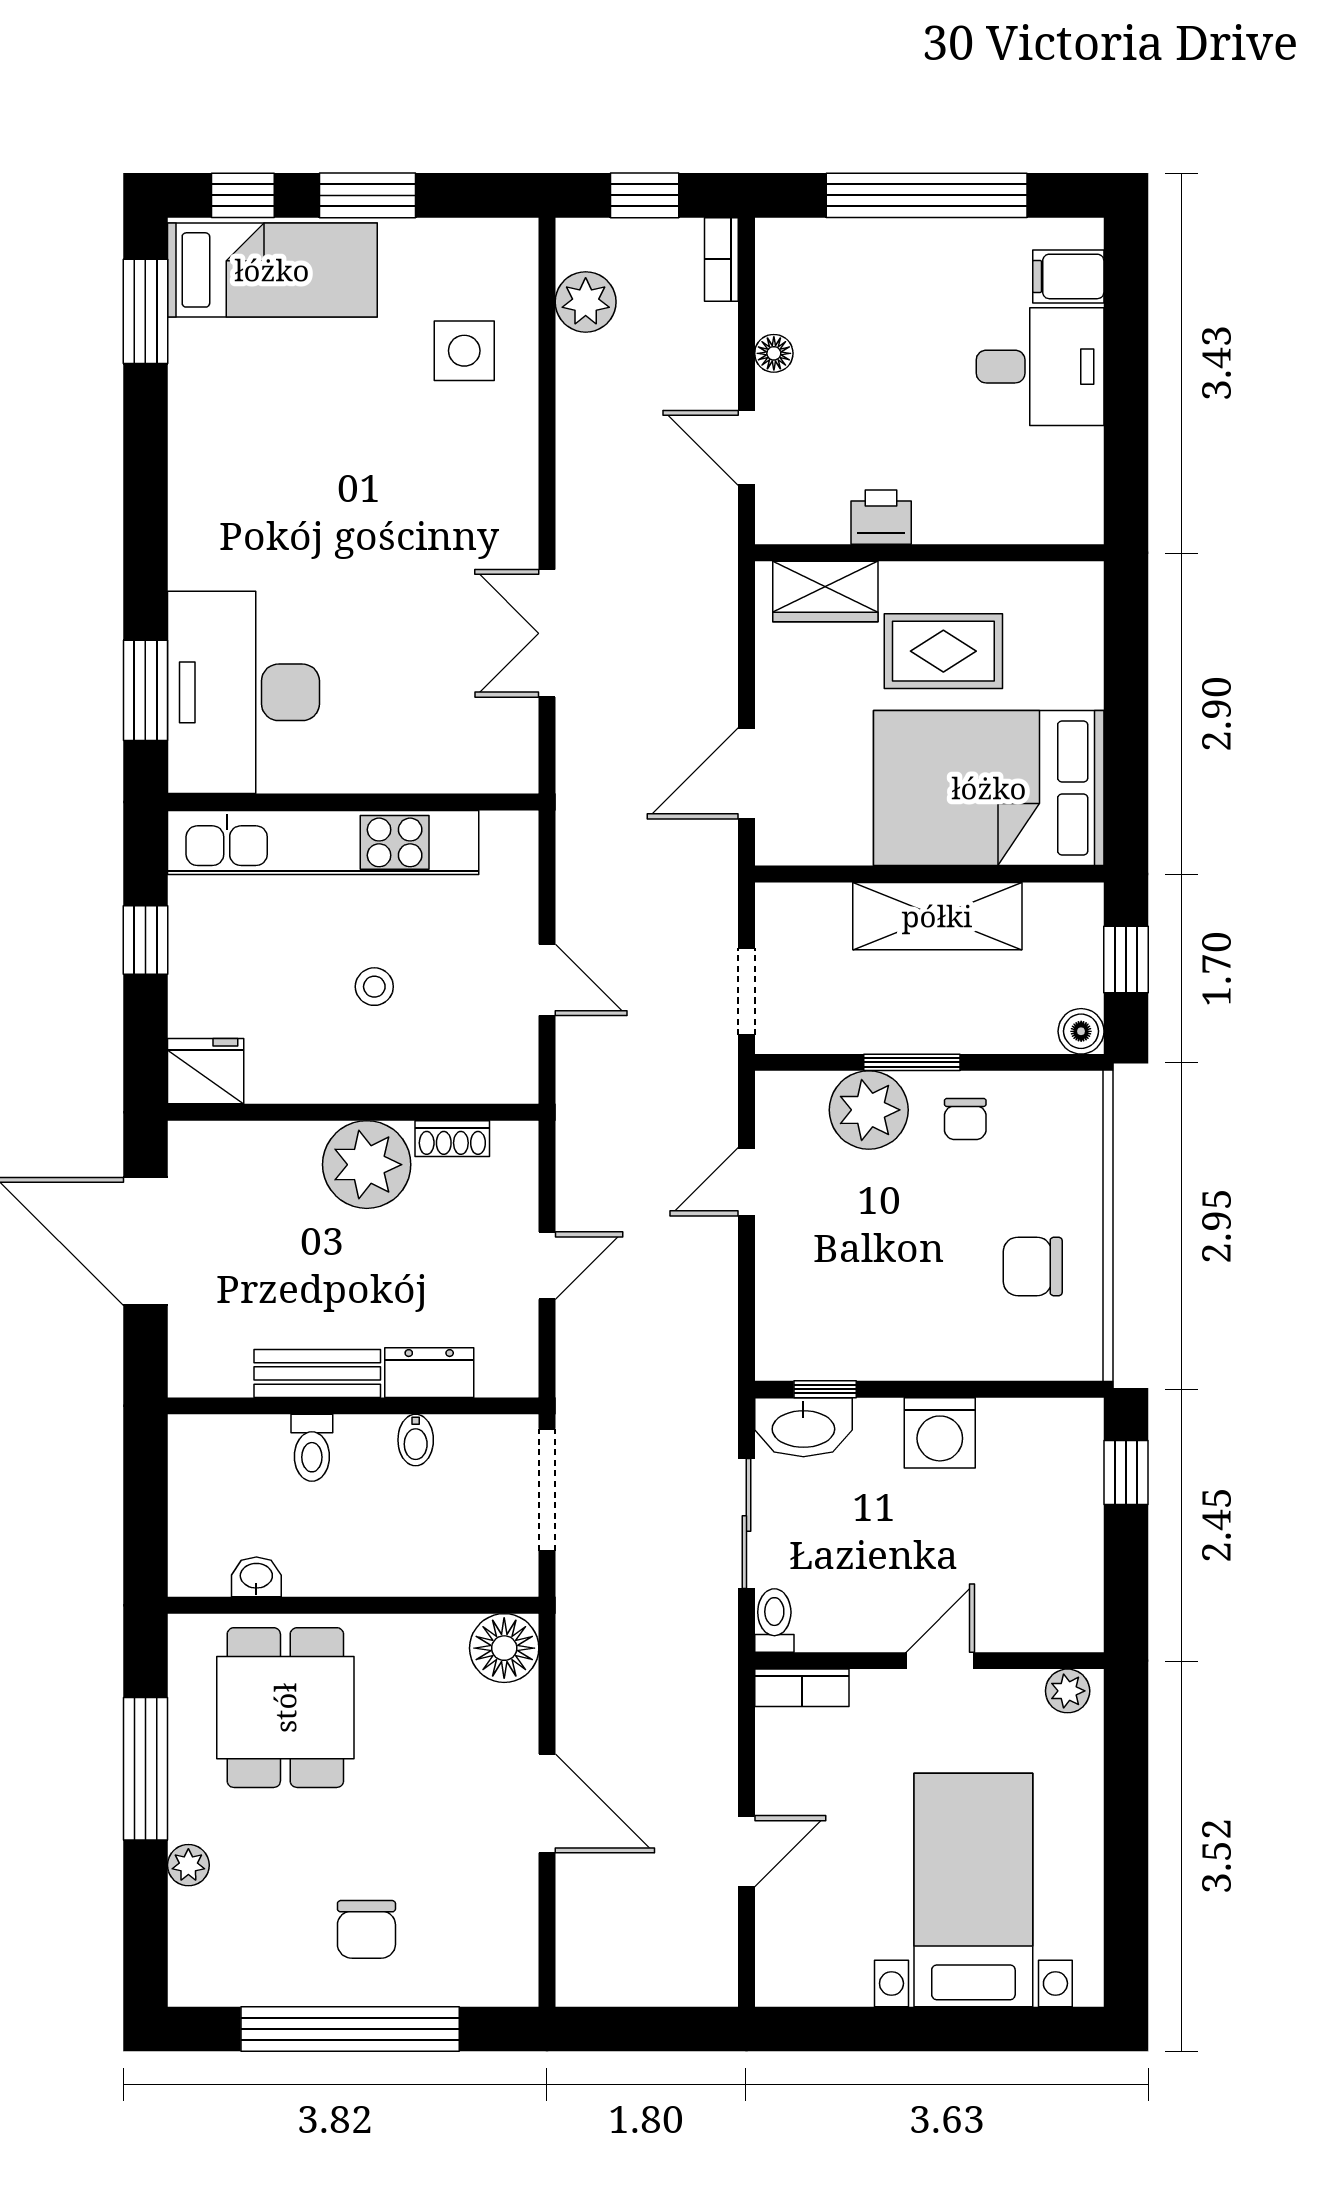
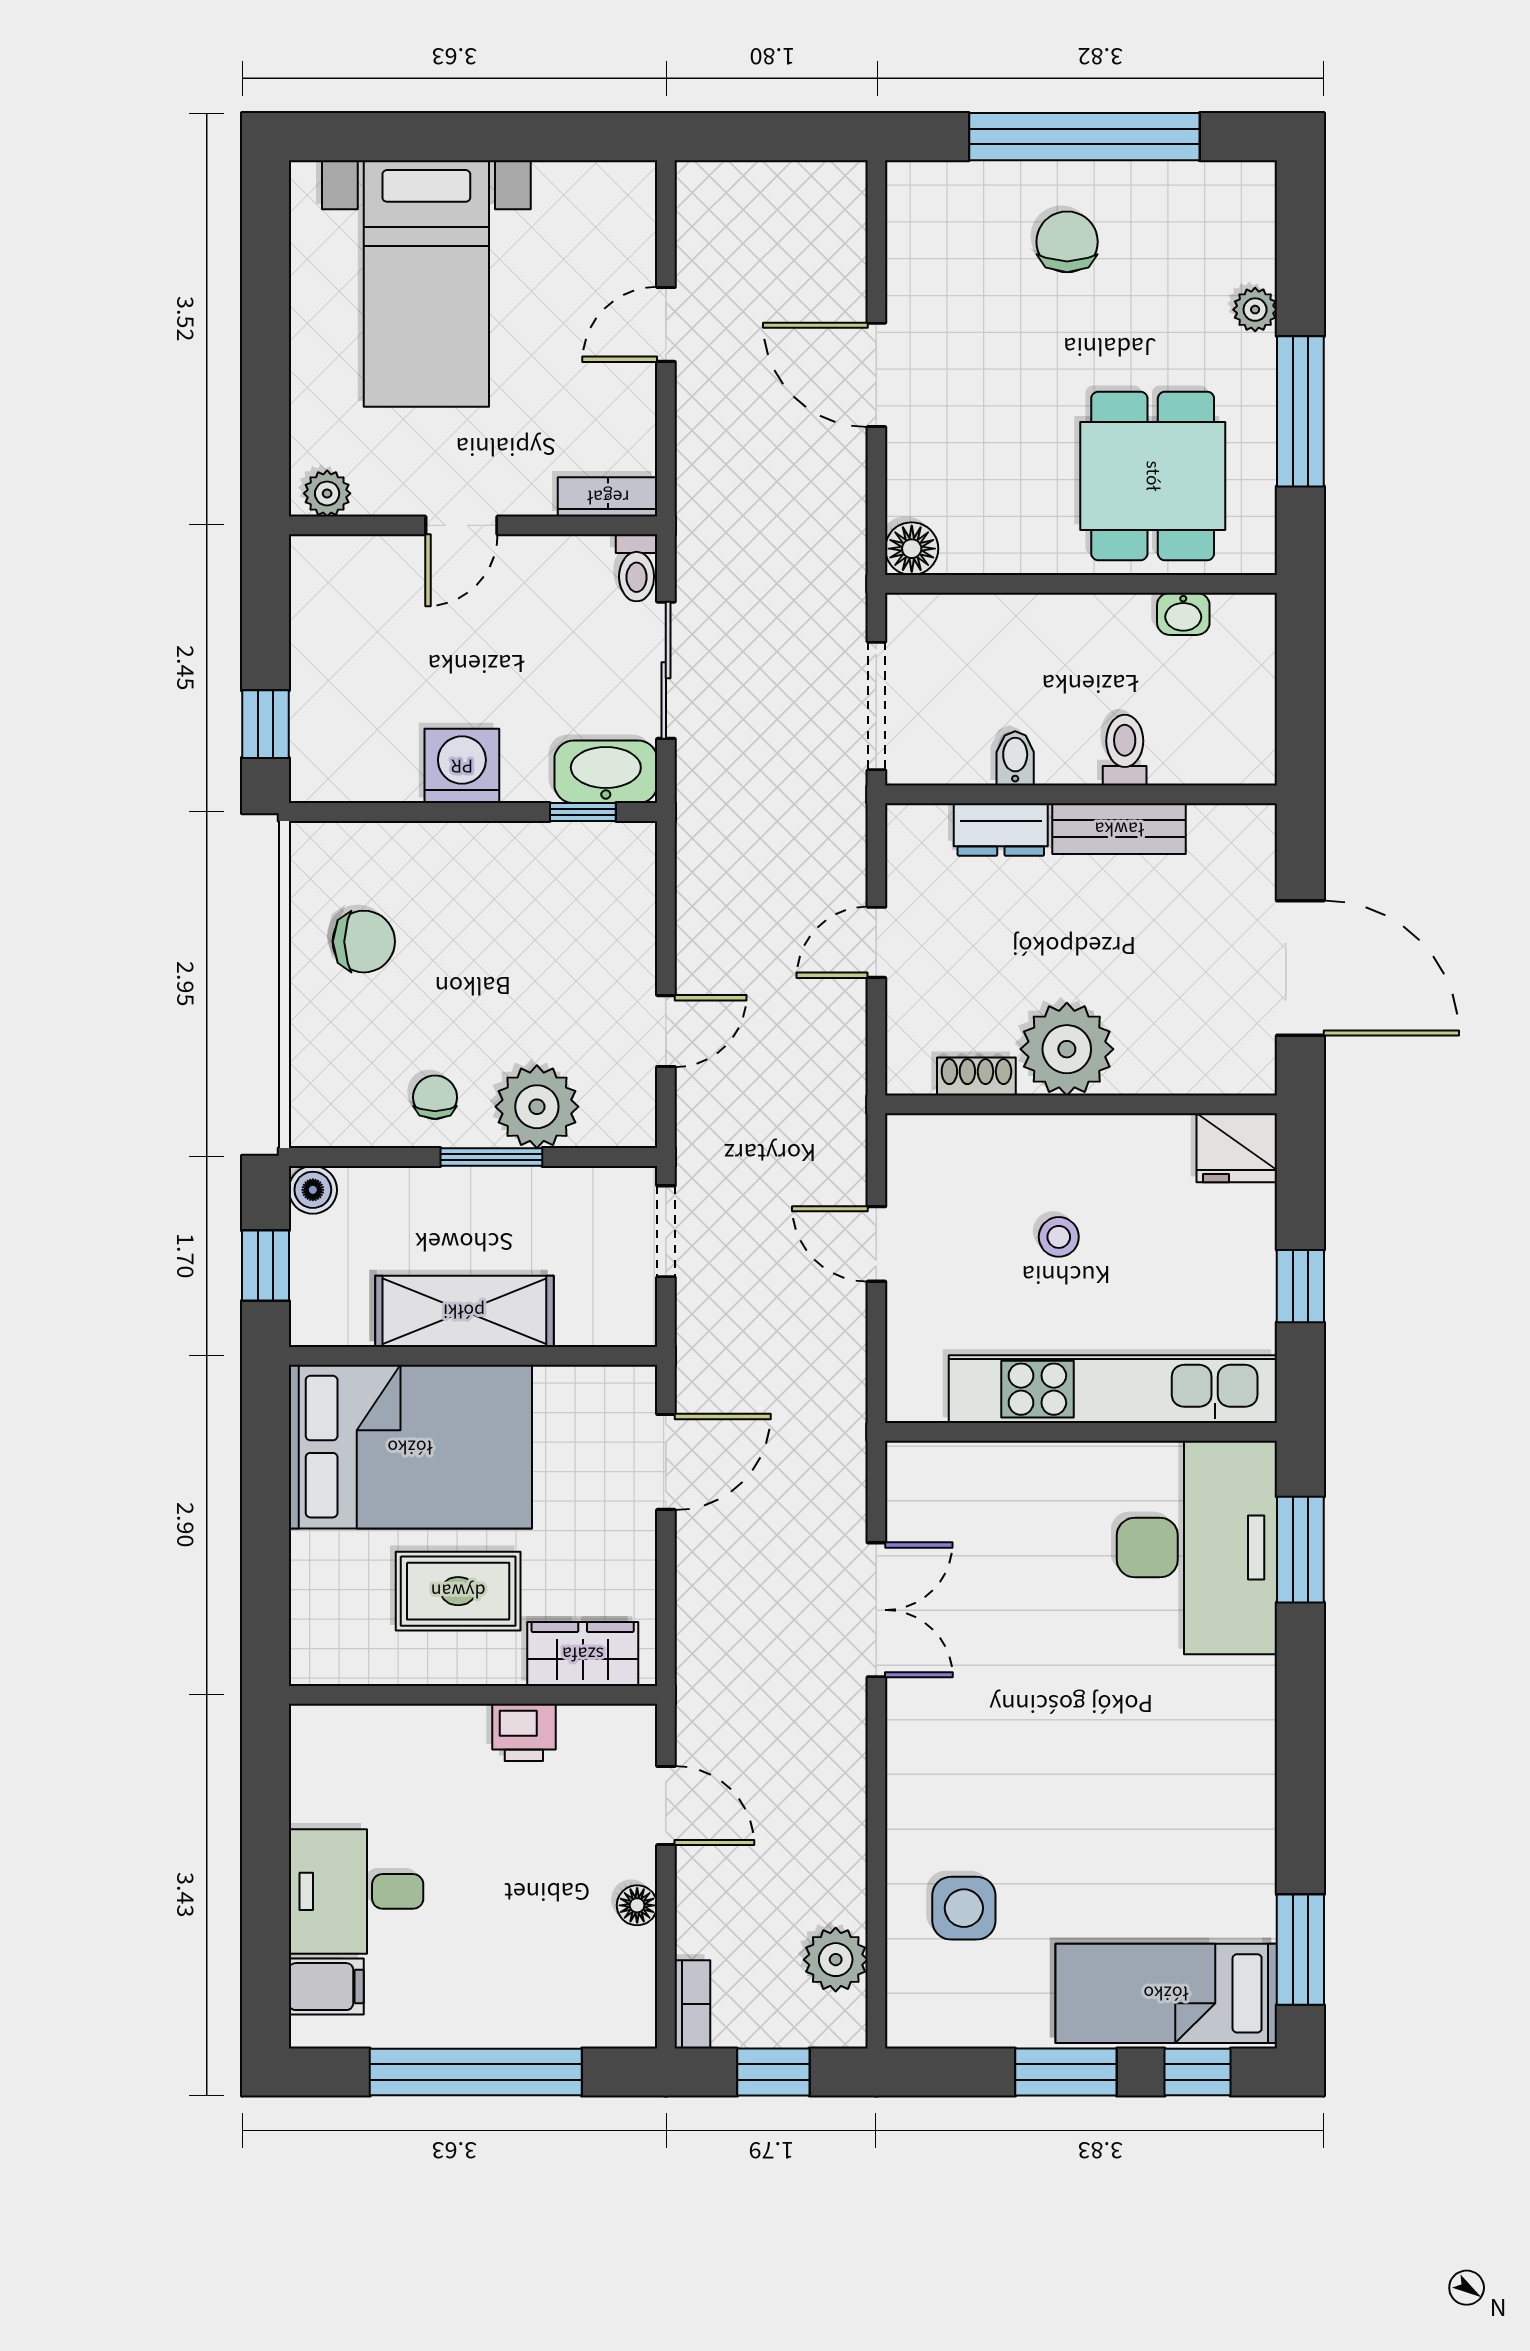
floor lamp: (504, 1648) -> (912, 549), width x0.73, depth x0.73

